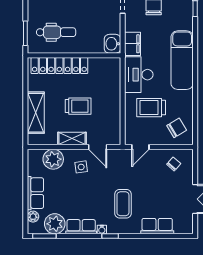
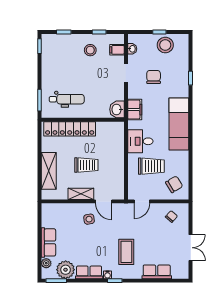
desk: (139, 75) -> (140, 141), width x0.73
trolley: (151, 108) -> (151, 166), turned 180
plant: (53, 159) -> (64, 212), removed

